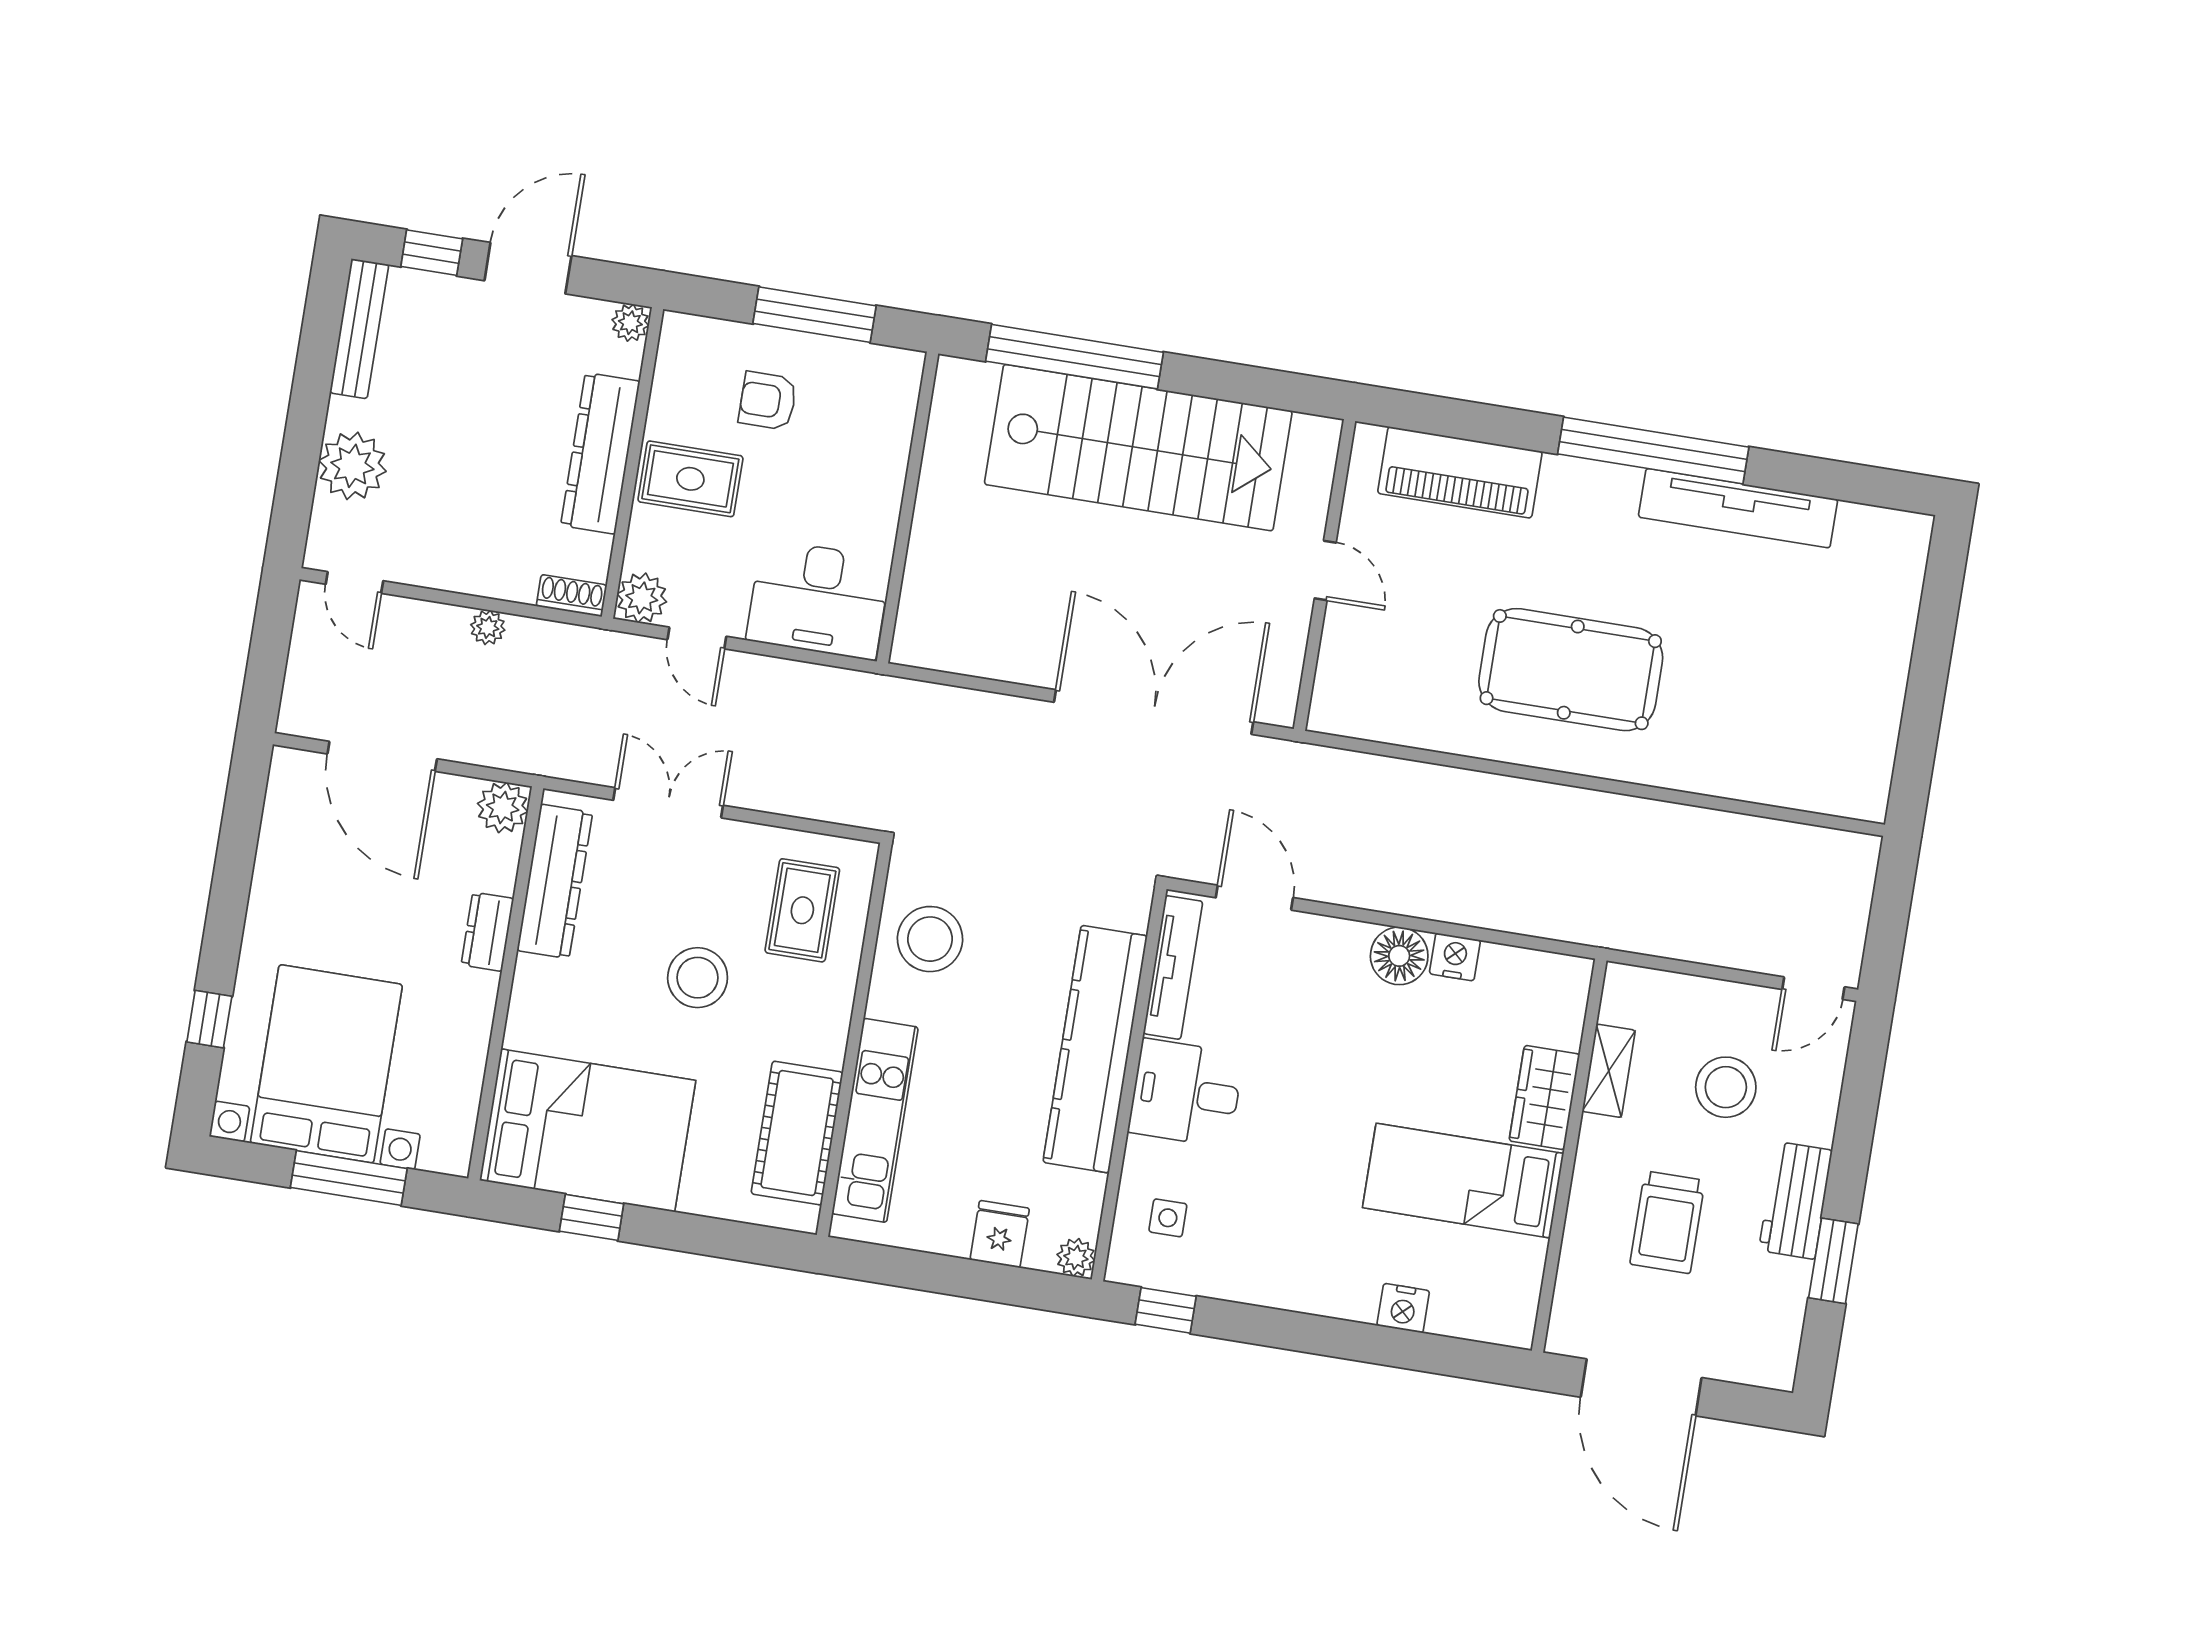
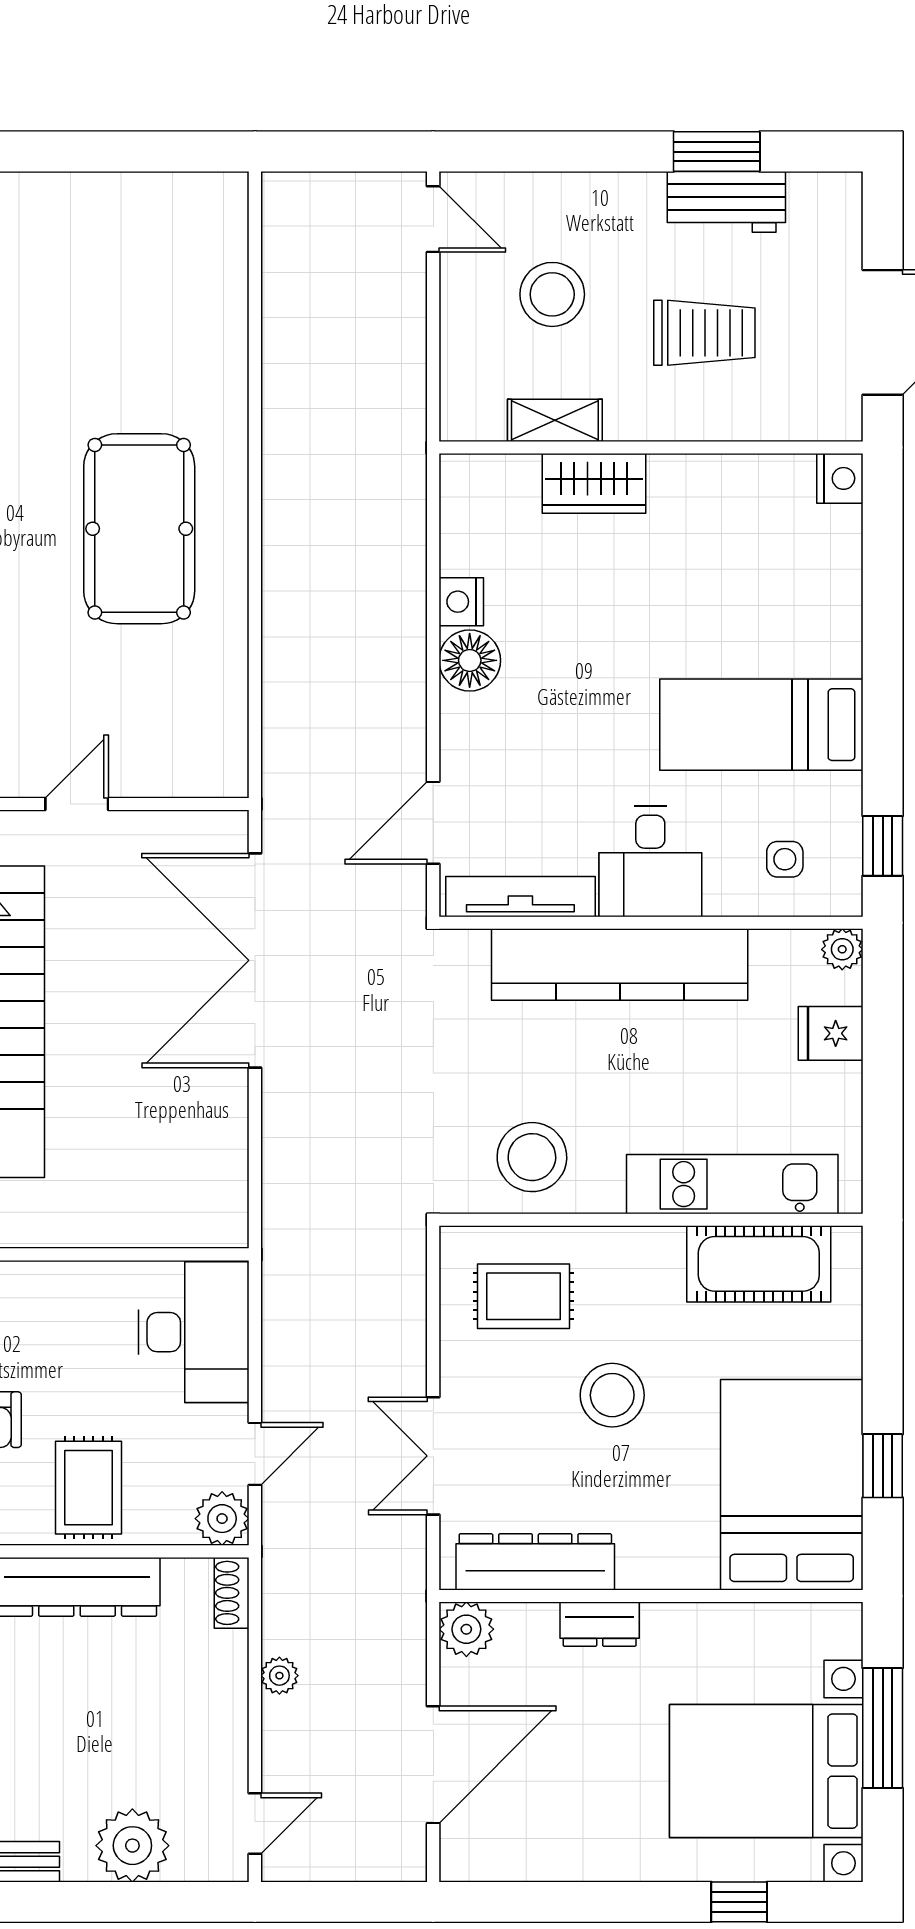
bed: (1463, 1181) -> (761, 725), moved, turned 90
workbench: (1795, 1200) -> (726, 202), moved
nightstand: (1403, 1308) -> (840, 478), moved

